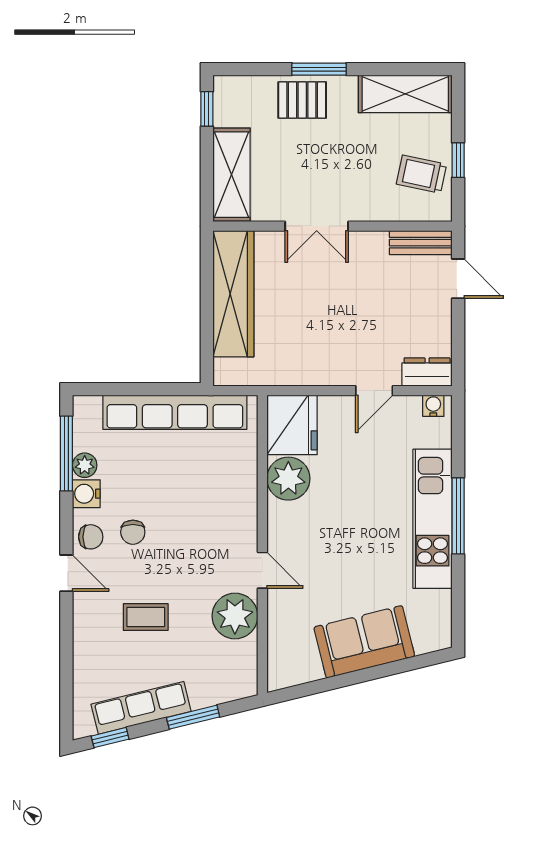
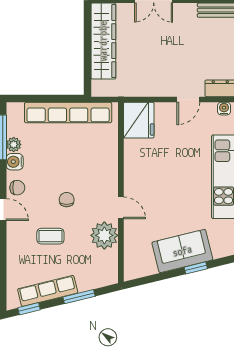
plant: (288, 479) -> (137, 153), removed
chair: (133, 532) -> (67, 200), moved, turned 180
window: (386, 670) -> (196, 268), added

